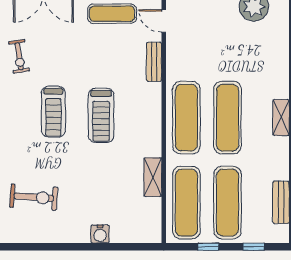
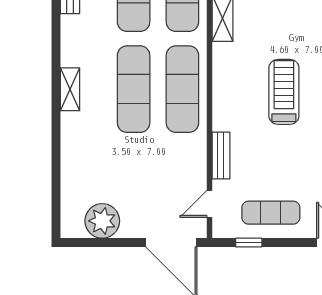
door: (164, 21) -> (209, 204), swing flipped

